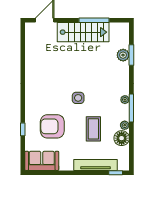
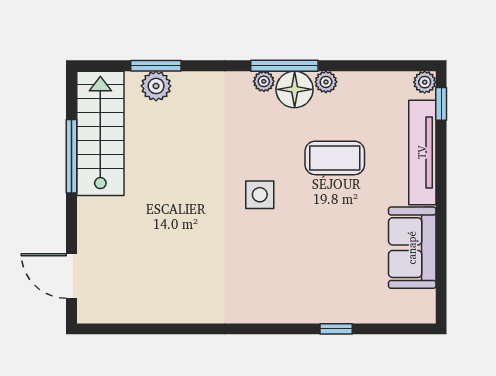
stairs: (83, 32) -> (100, 133), moved
armchair: (52, 126) -> (329, 257), removed
floor lamp: (122, 138) -> (295, 89), moved
sofa: (42, 161) -> (412, 248), moved
plant: (125, 166) -> (425, 82), added

